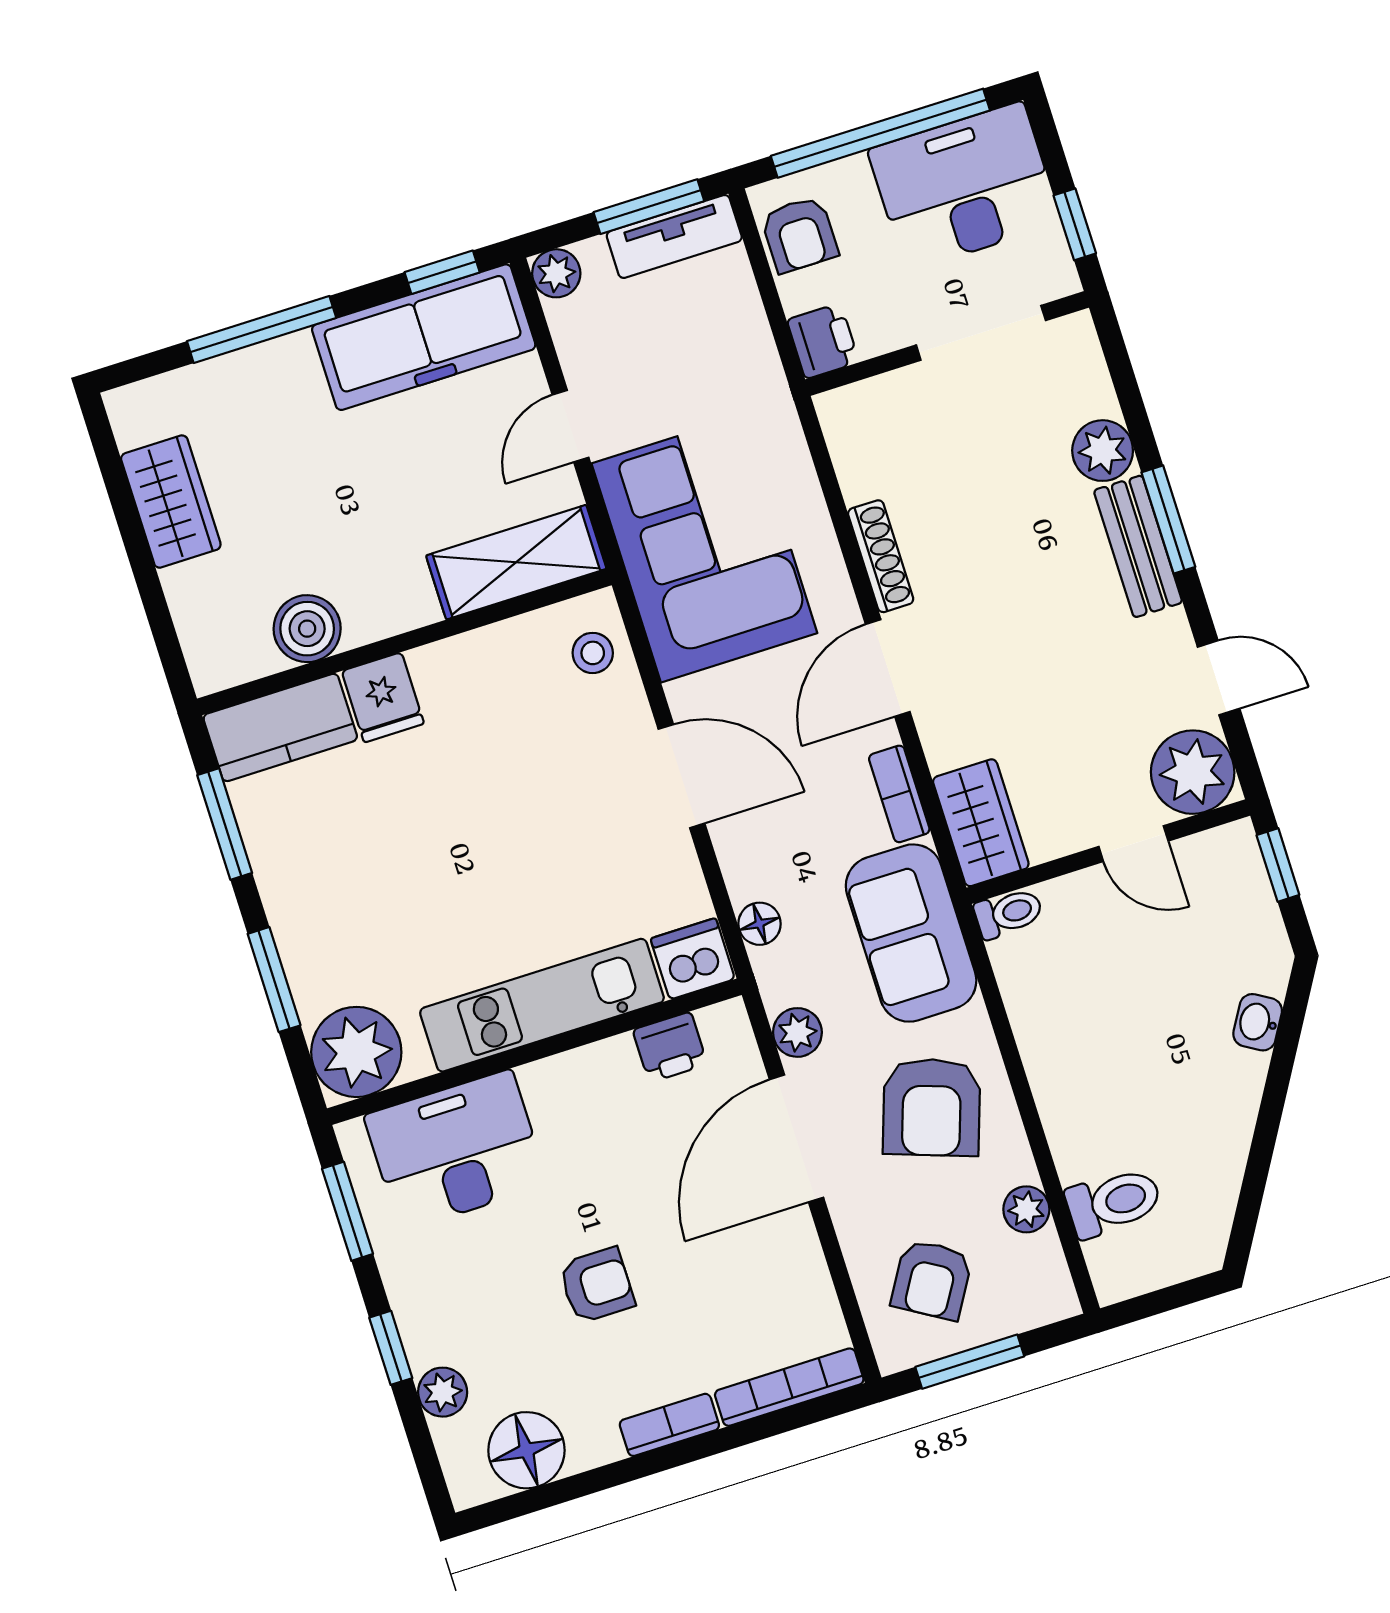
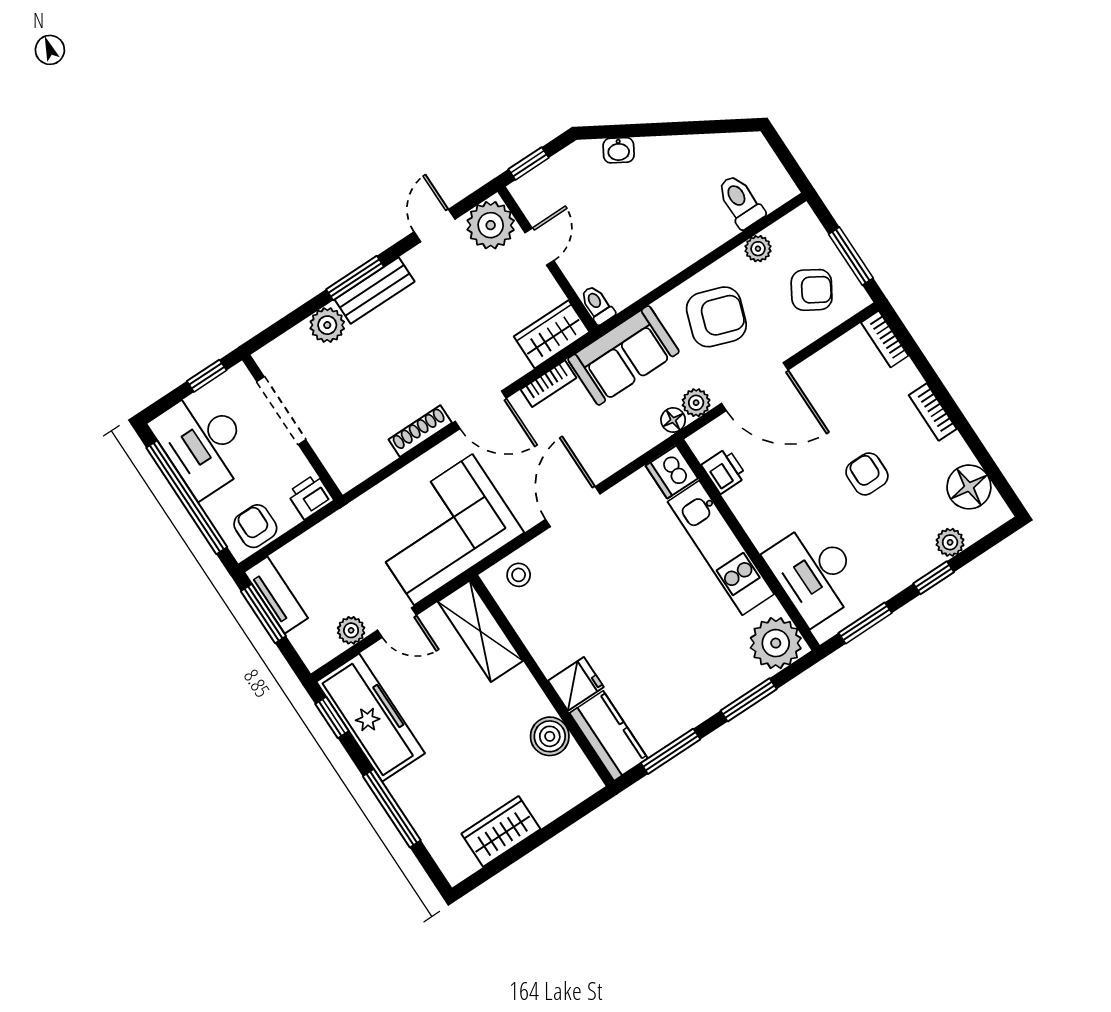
armchair: (799, 235) -> (255, 526), turned -90
plant: (556, 273) -> (351, 630), moved
floor lamp: (760, 924) -> (673, 420), moved
bookcase: (789, 1387) -> (885, 339), width x0.64

